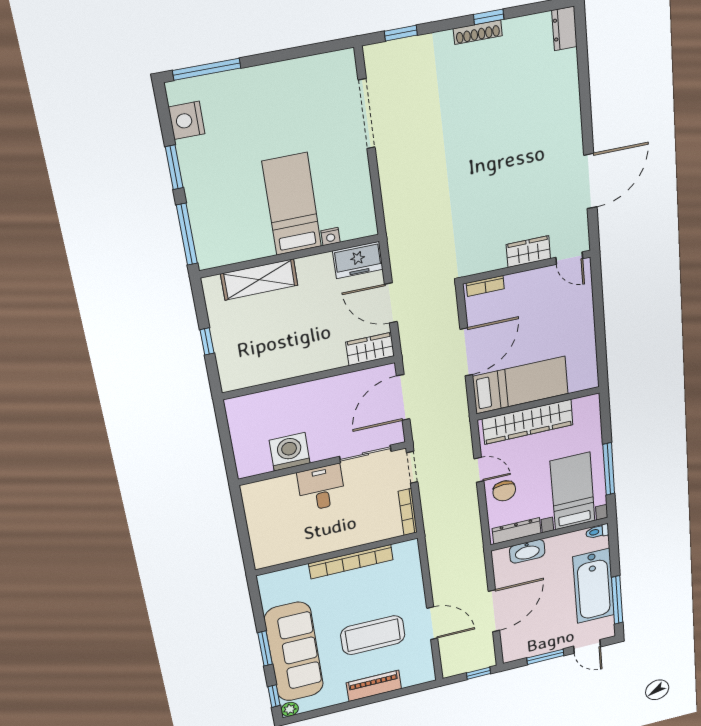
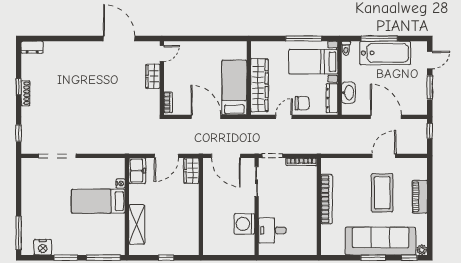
desk: (321, 488) -> (272, 230), moved
window: (617, 600) -> (379, 38), moved

